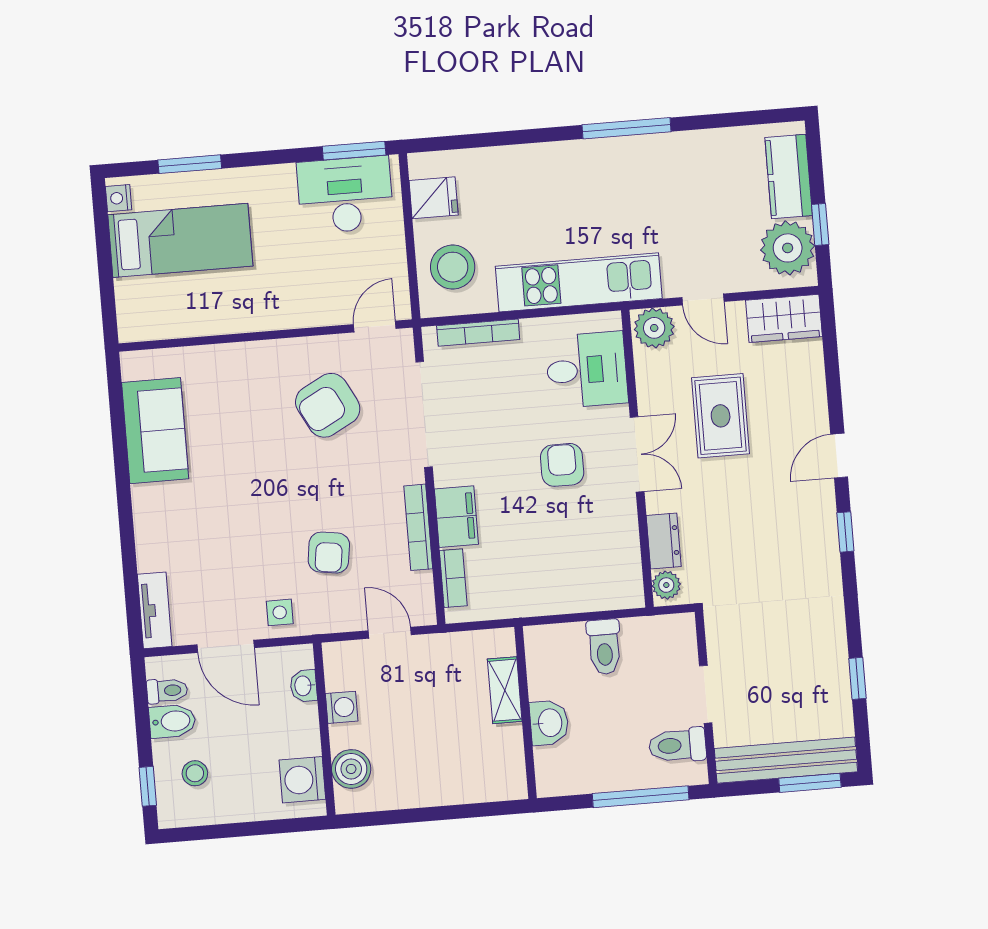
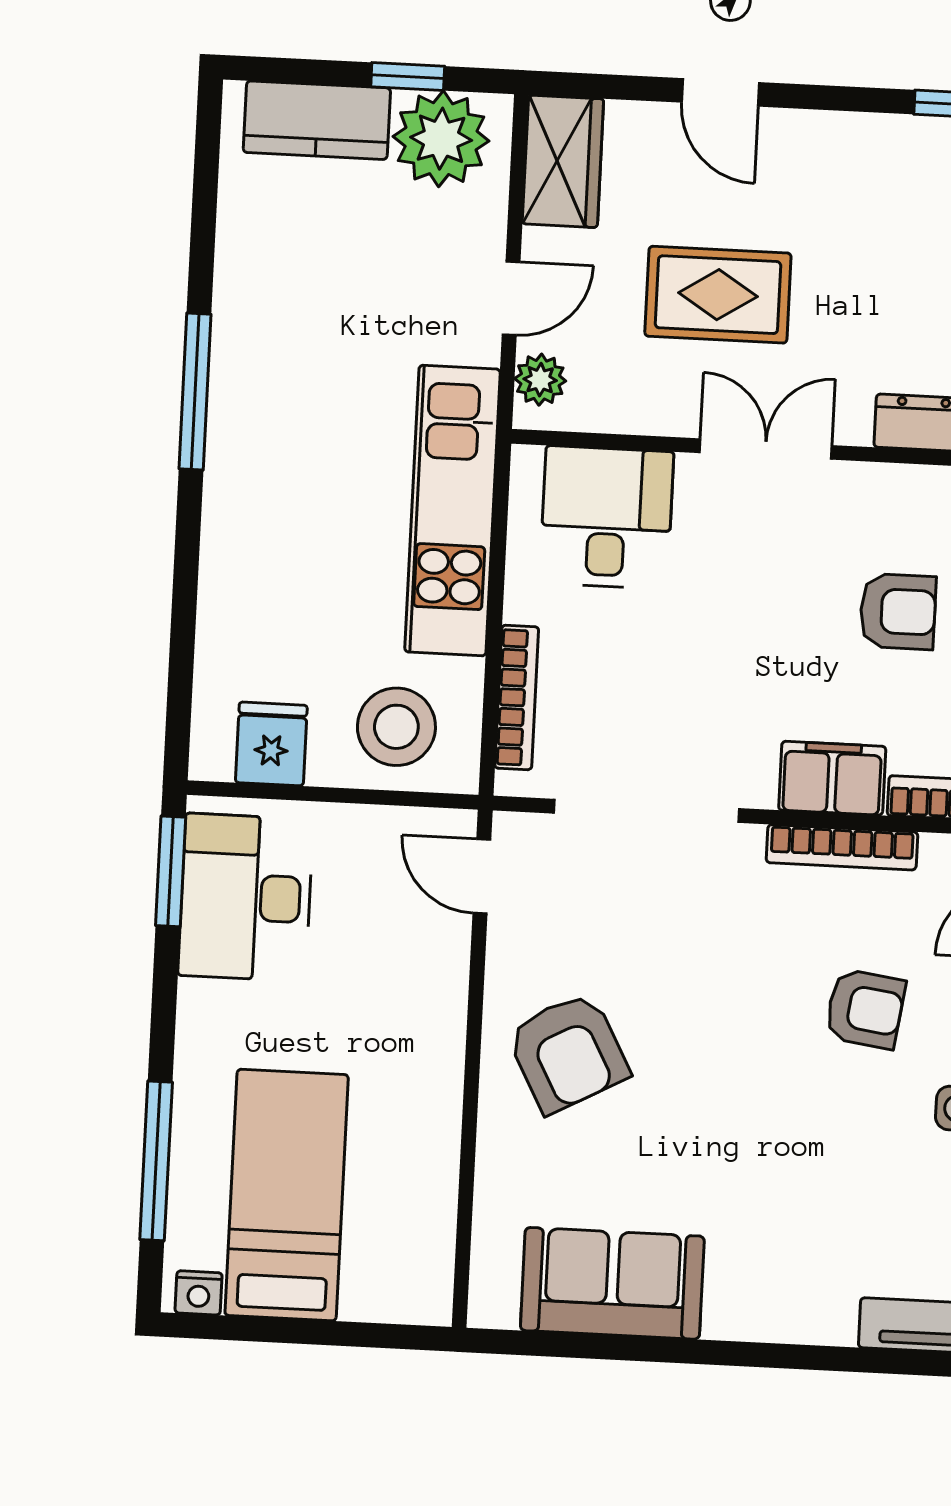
window: (190, 164) -> (156, 1161), width x1.44
plant: (654, 328) -> (540, 380), width x0.73, depth x0.73
armchair: (328, 405) -> (568, 1052), moved
door: (839, 456) -> (720, 92), moved
armchair: (562, 465) -> (898, 612), moved, turned 180

